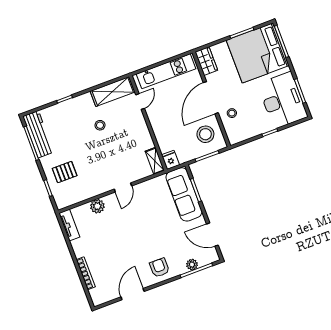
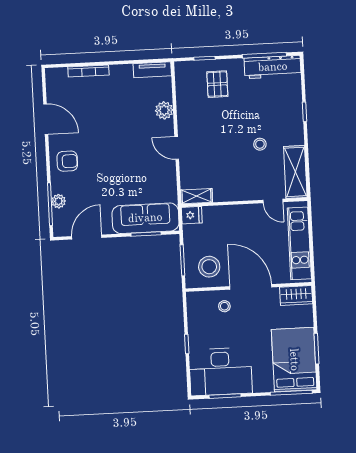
bed: (258, 53) -> (294, 360), width x0.73

